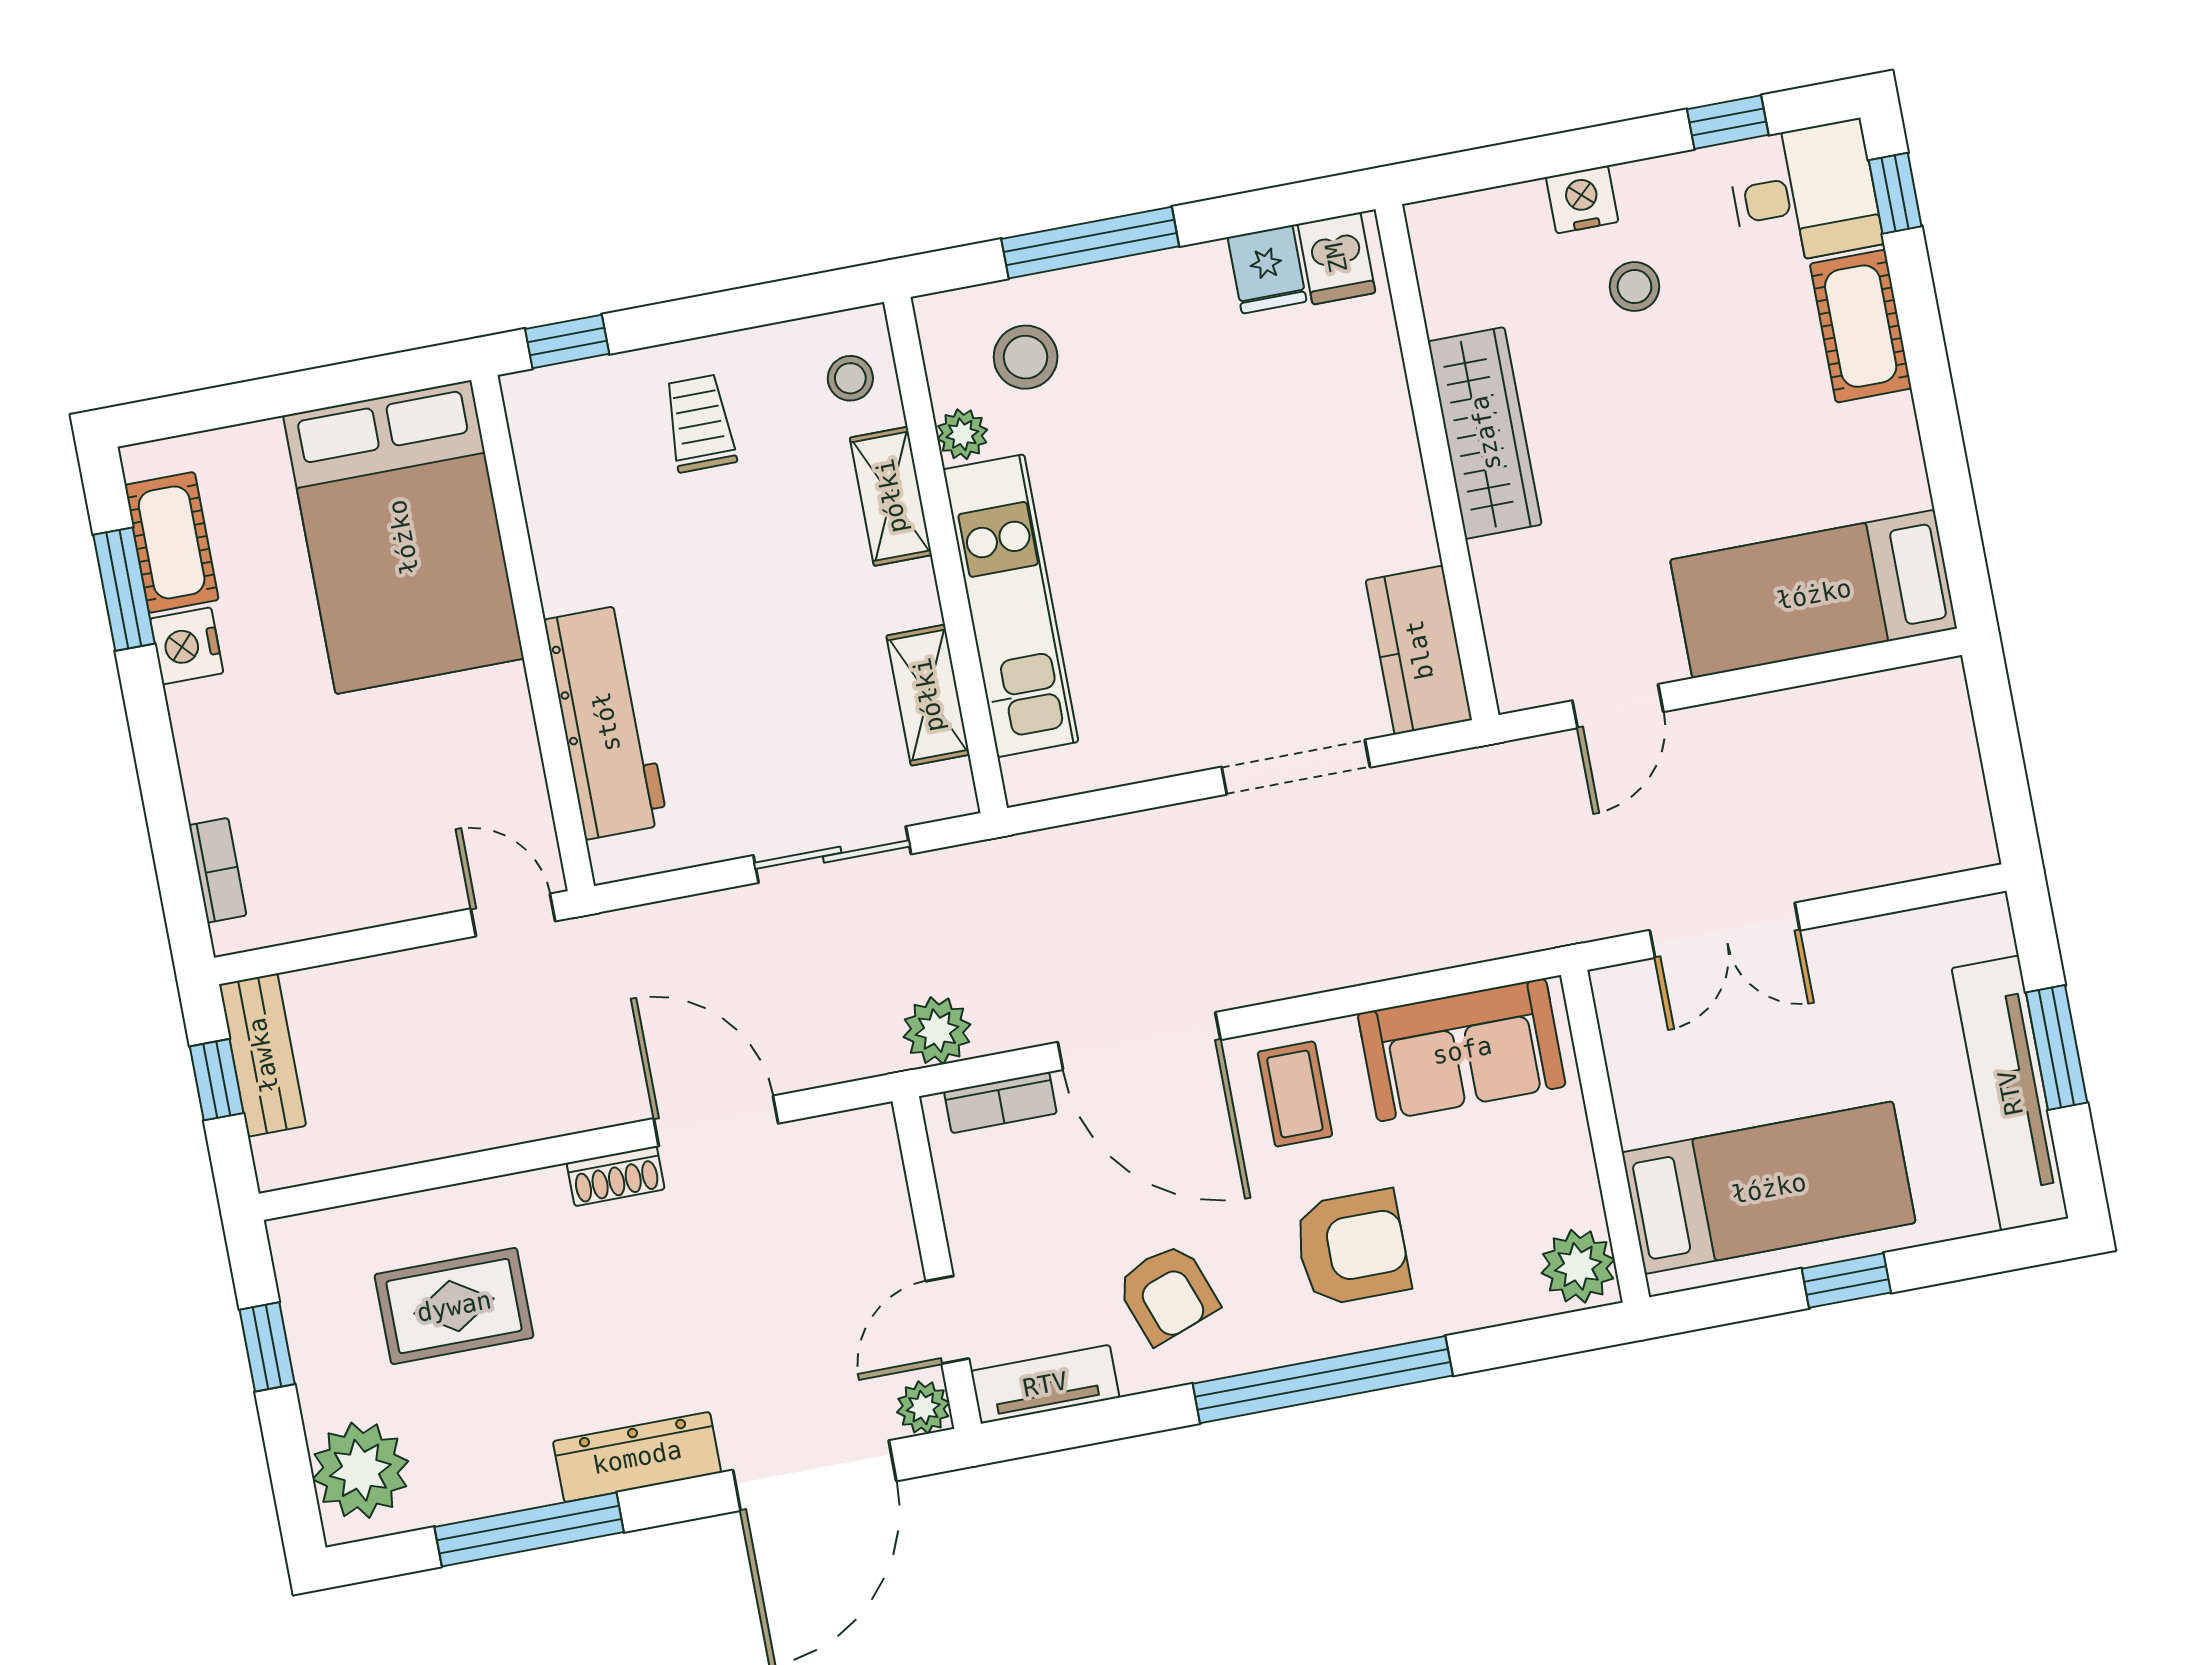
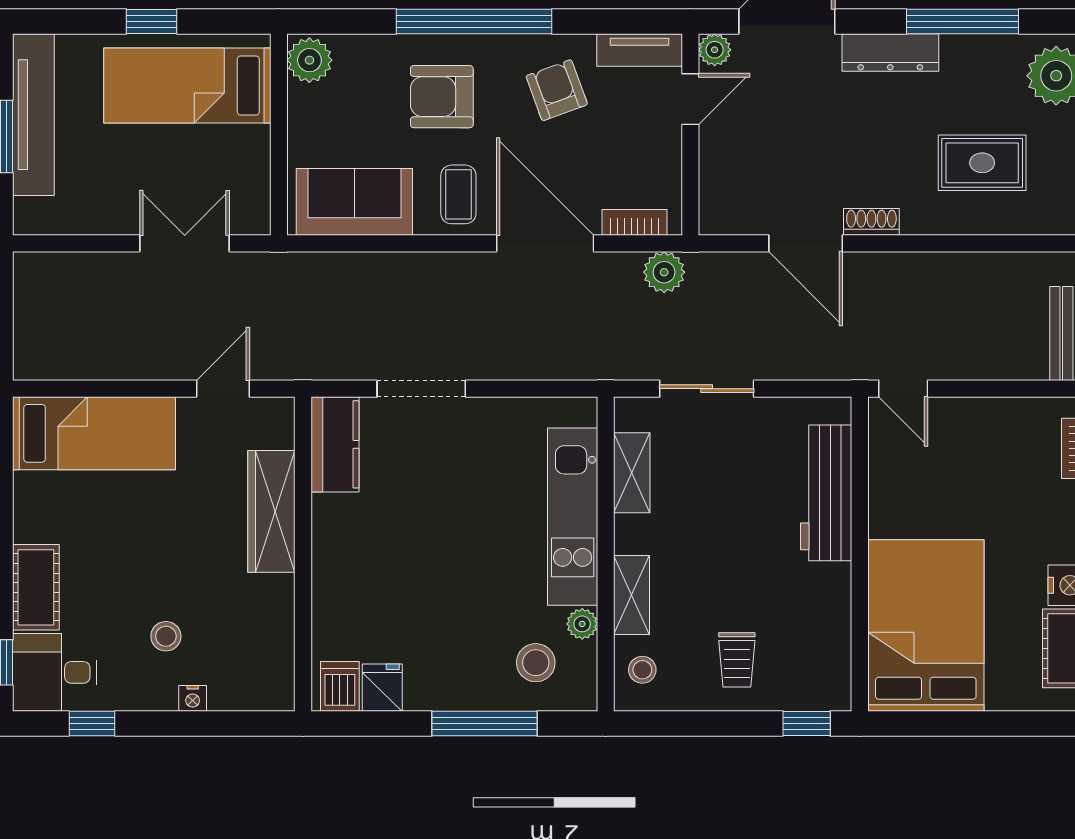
nightstand: (1582, 199) -> (193, 698), width x0.72, depth x0.74
wardrobe: (1485, 433) -> (271, 511), moved

